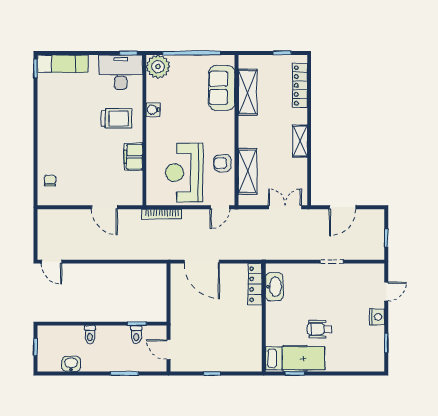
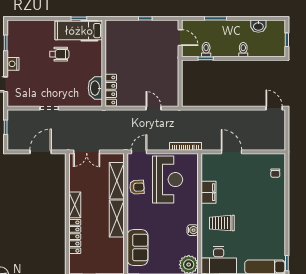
locker: (300, 85) -> (75, 237), moved
shelving: (248, 92) -> (117, 219), moved
door: (202, 262) -> (153, 108), width x0.53

